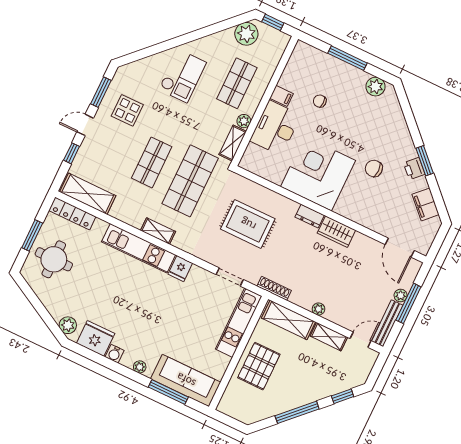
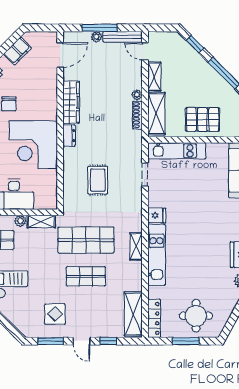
rug: (248, 224) -> (98, 180), width x0.73, depth x0.70
wardrobe: (336, 232) -> (71, 102), width x1.50
shoe rack: (274, 288) -> (137, 115), moved

